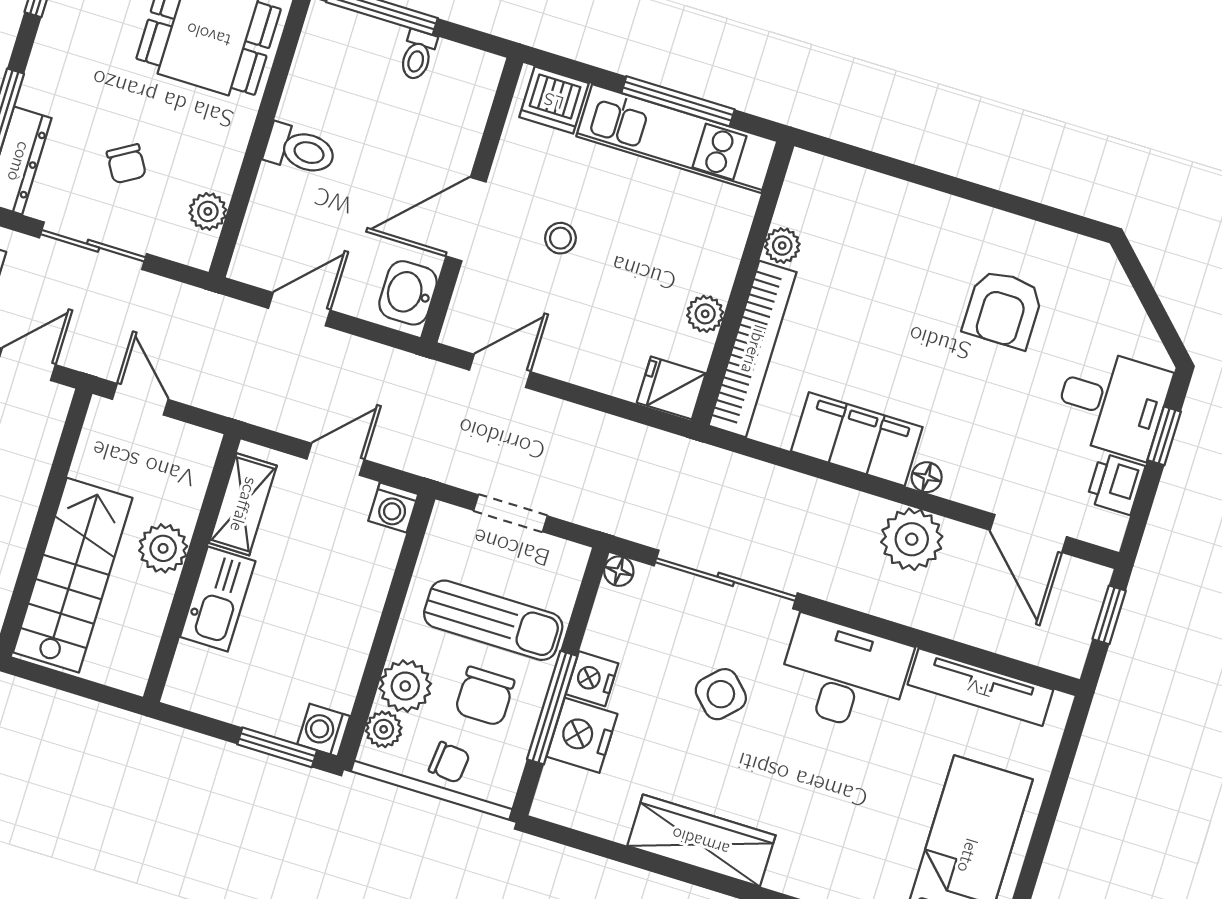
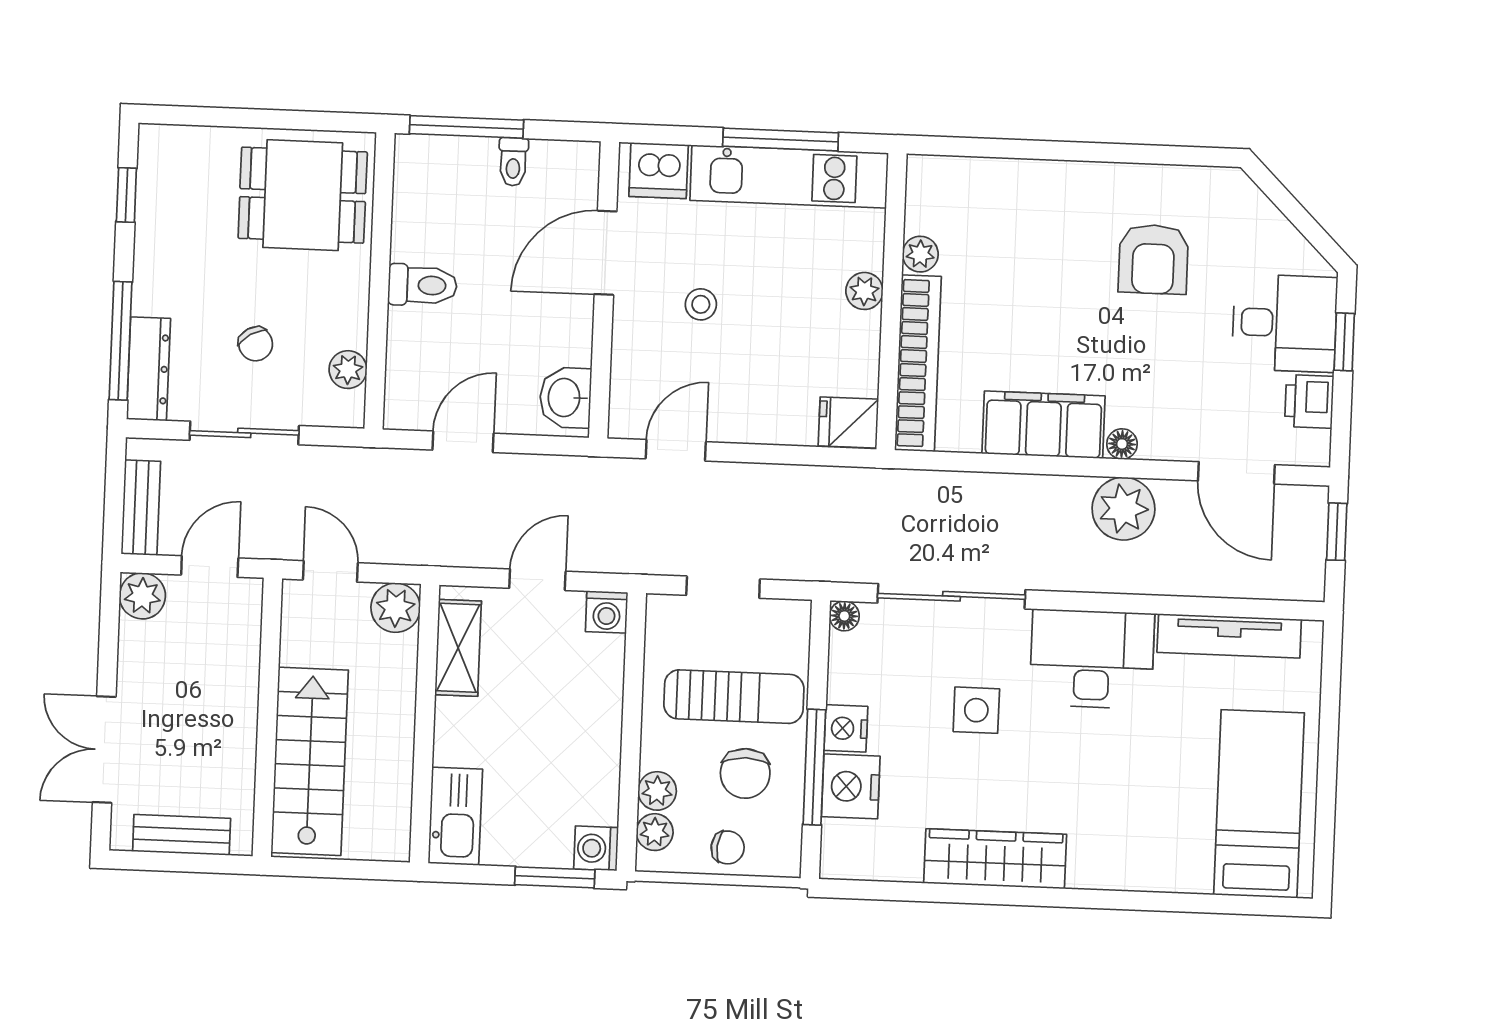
door: (466, 219) -> (606, 253), moved
plant: (705, 314) -> (864, 291), moved
plant: (163, 548) -> (396, 608), moved
kitchen sink: (218, 599) -> (455, 816), moved
plant: (405, 686) -> (657, 791), width x0.73, depth x0.73
side table: (721, 694) -> (976, 710), turned 45

